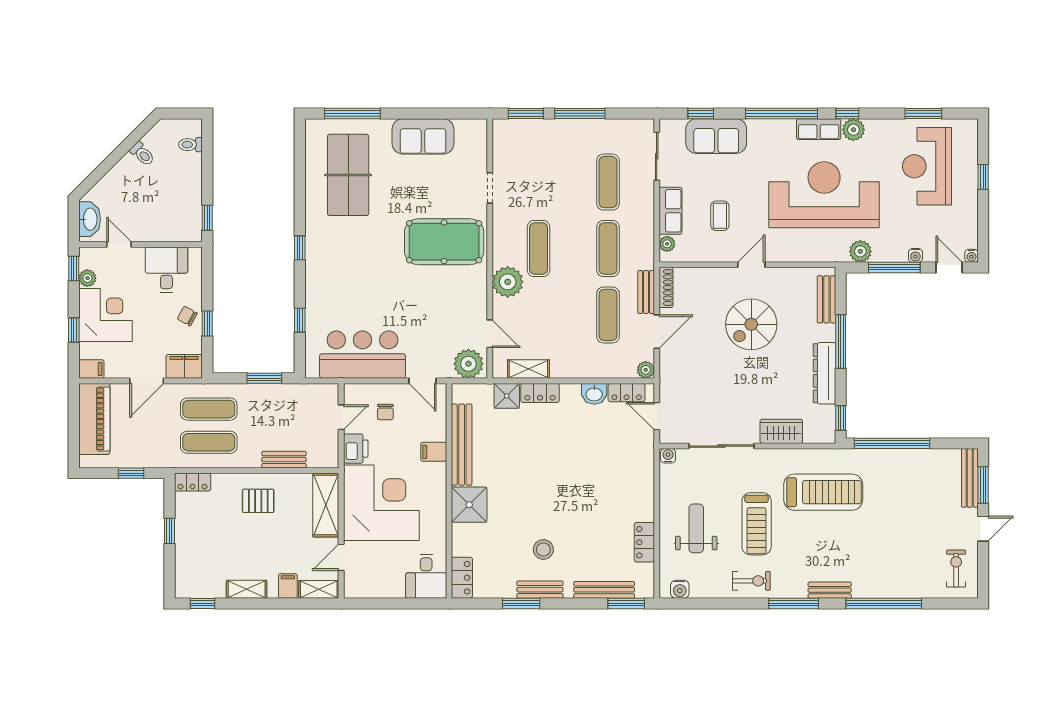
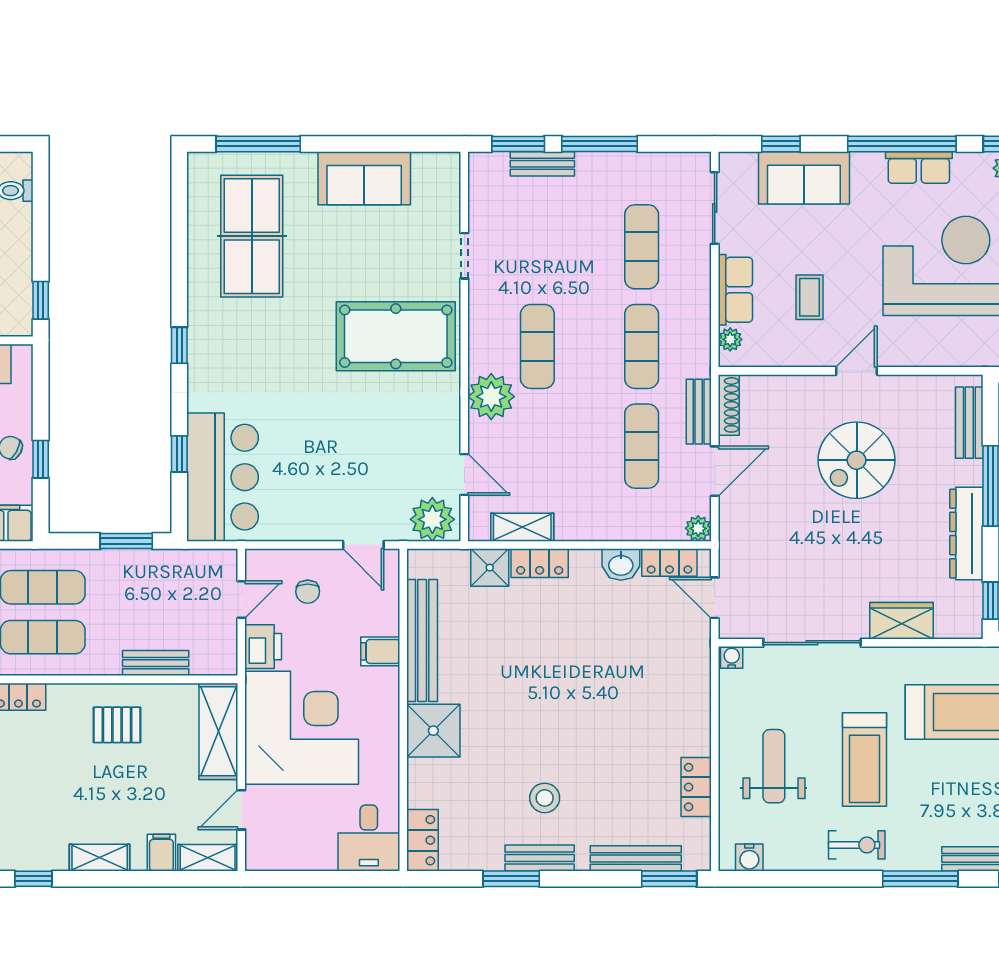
bench: (542, 127) -> (542, 164), added
row of seats: (819, 129) -> (919, 167), moved
bar counter: (363, 355) -> (223, 477), moved, turned 90

